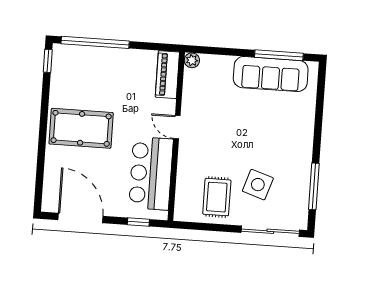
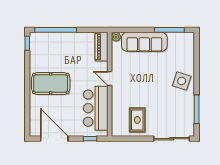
sofa: (271, 74) -> (144, 42), moved
side table: (258, 185) -> (182, 81), moved

